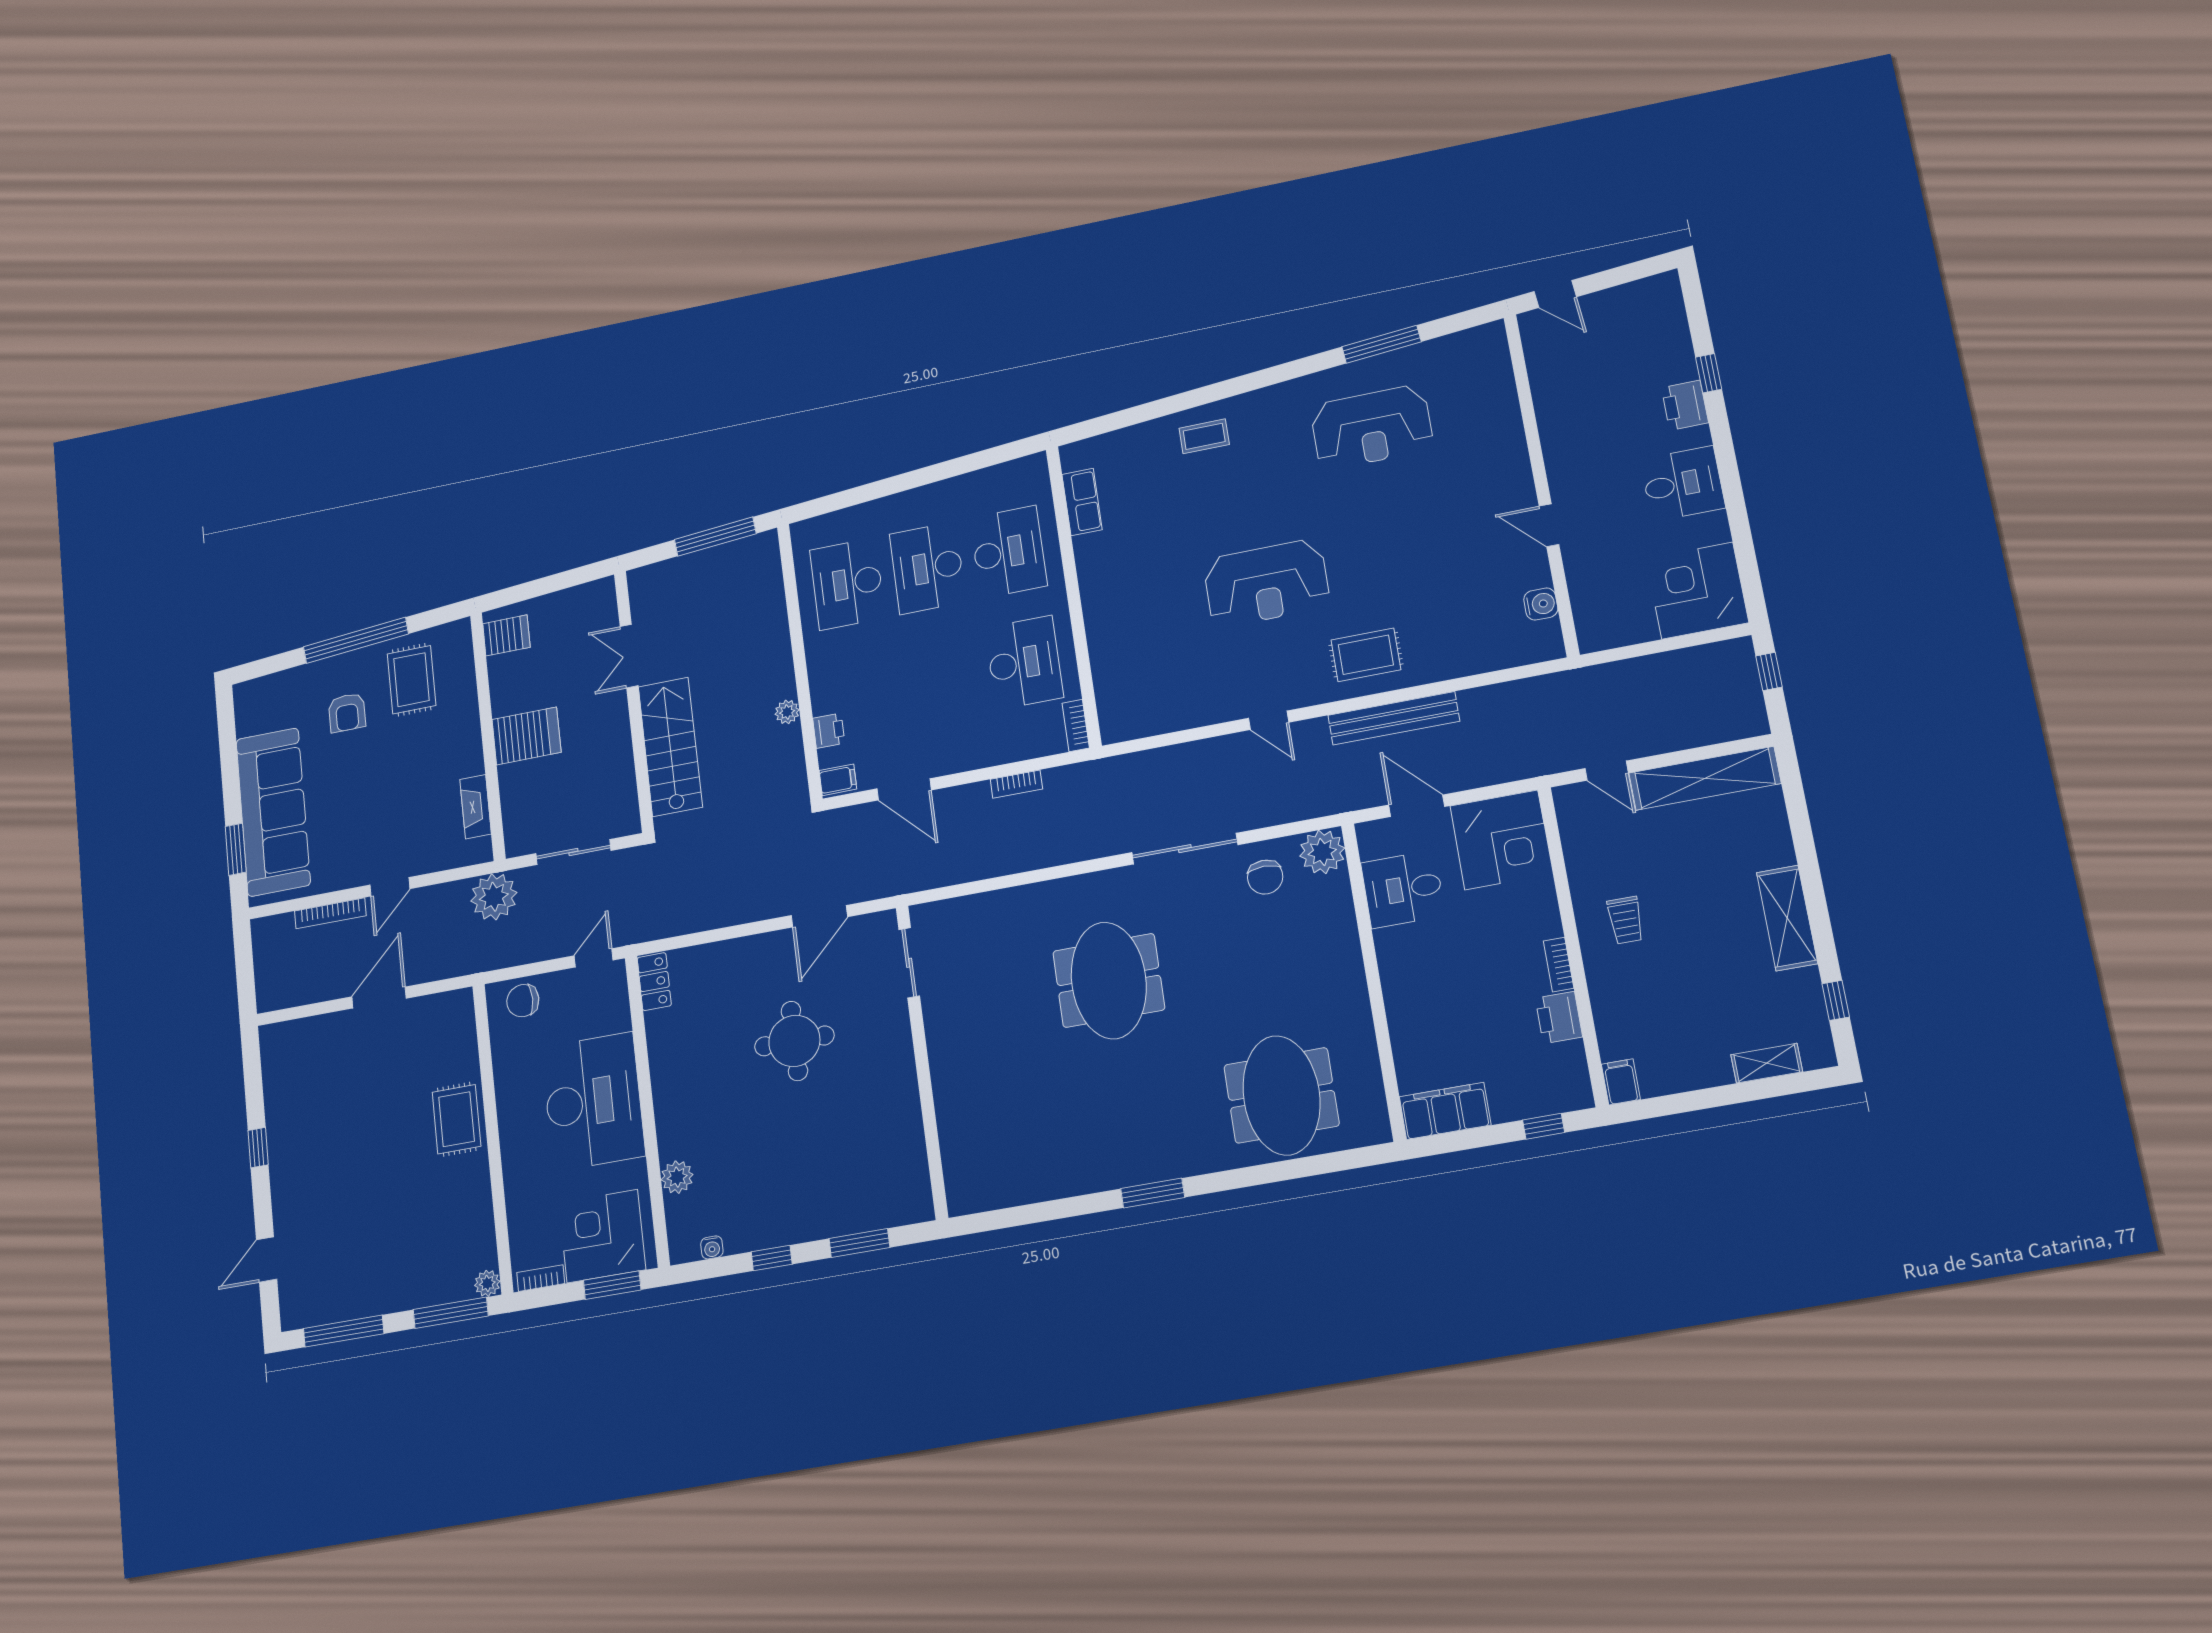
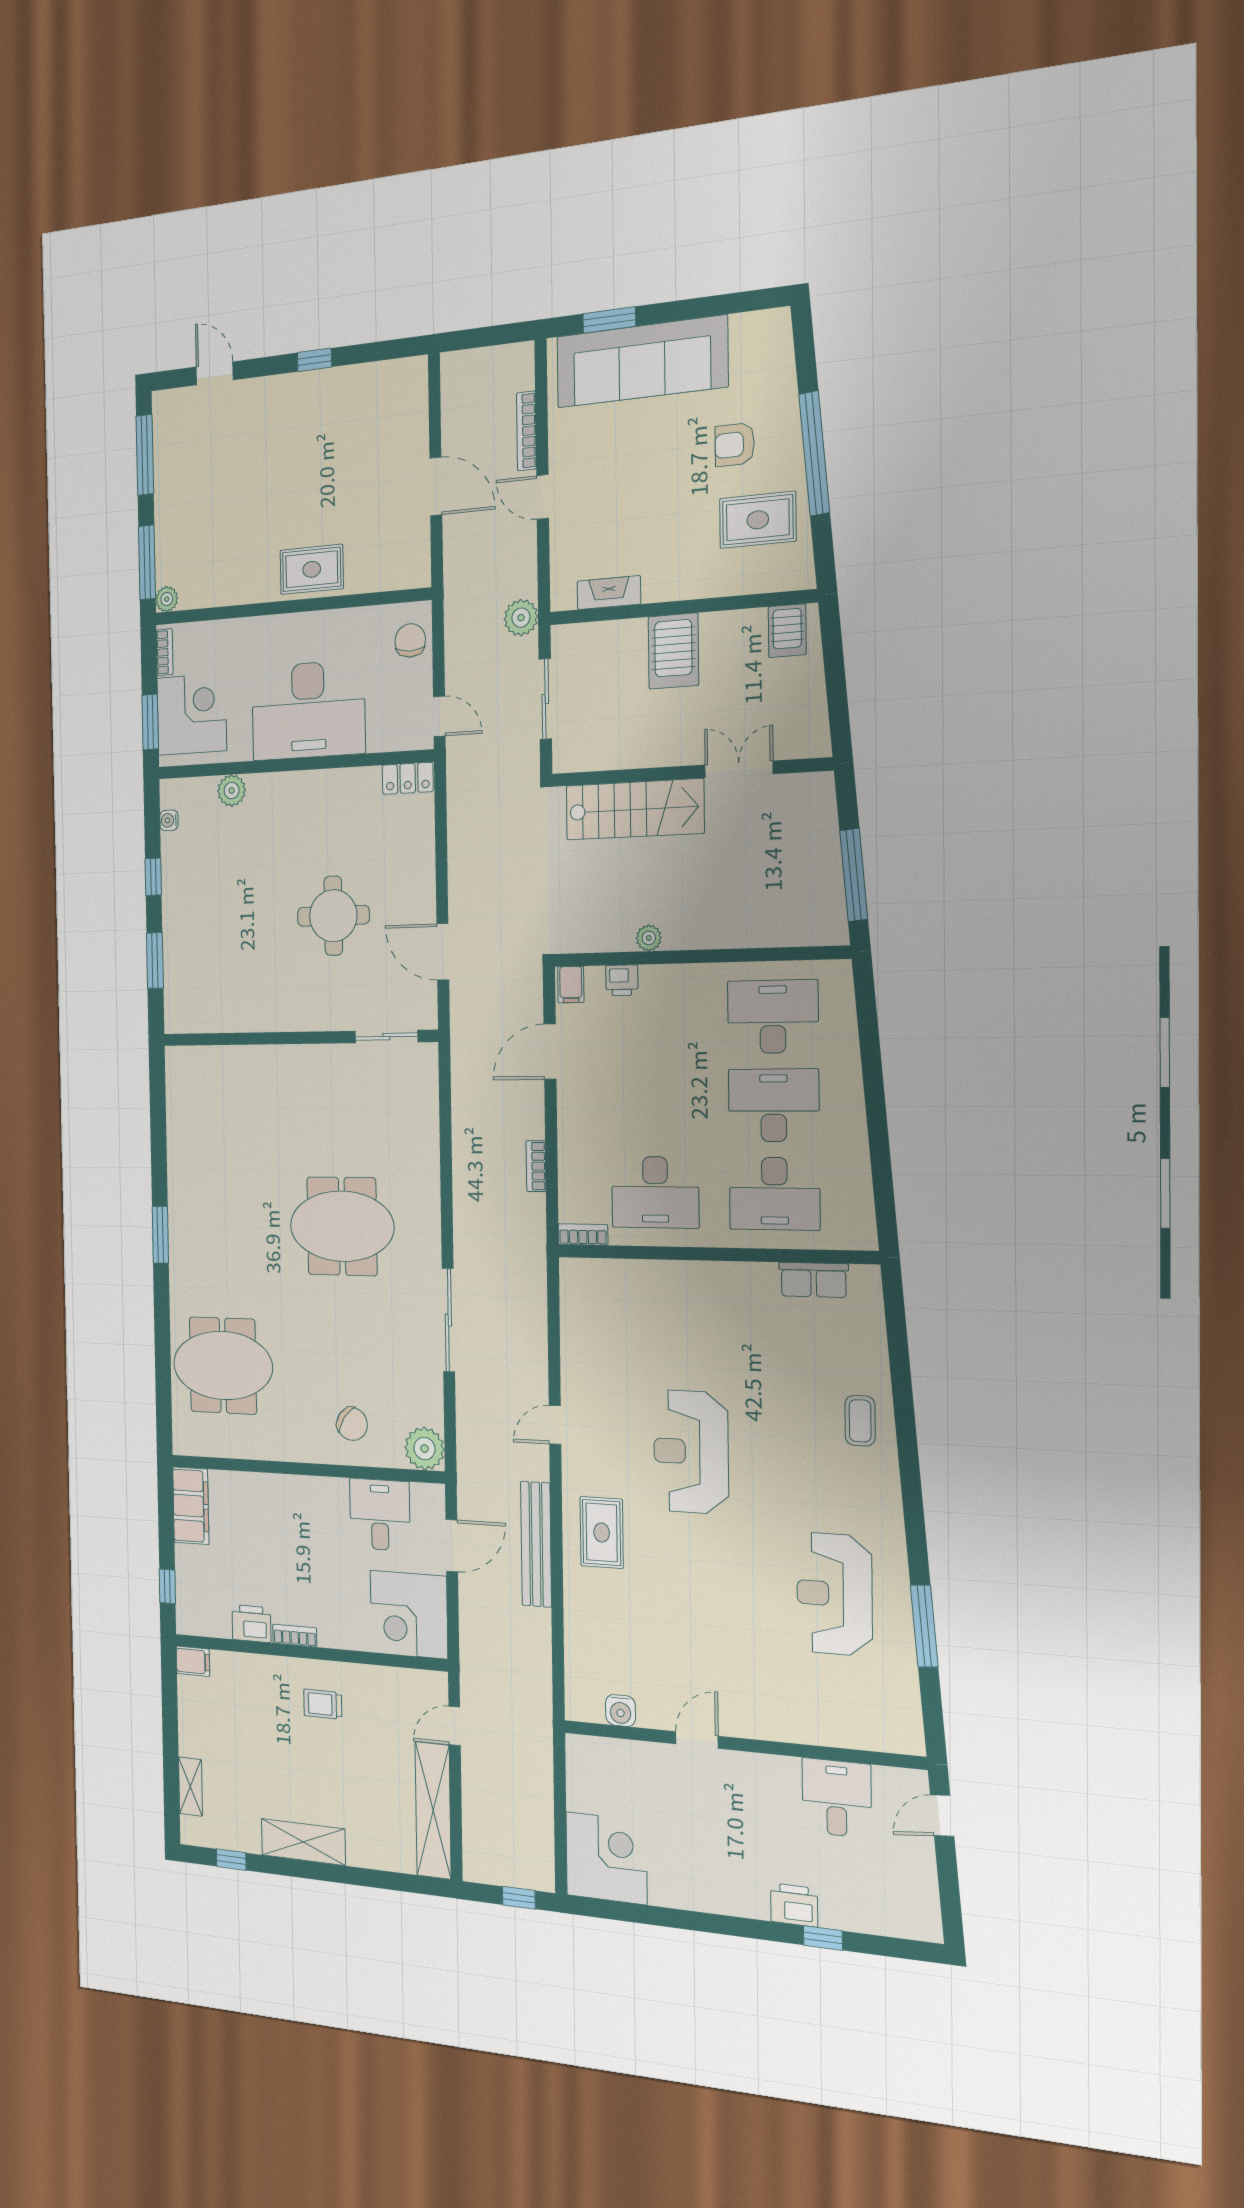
desk: (1683, 484) -> (837, 1798), moved, turned 180
chair: (1265, 877) -> (352, 1424), moved, turned -145
plant: (494, 897) -> (521, 618), width x0.73, depth x0.73

